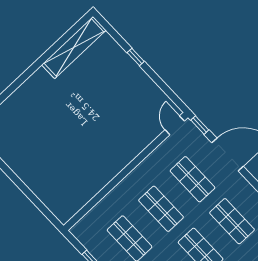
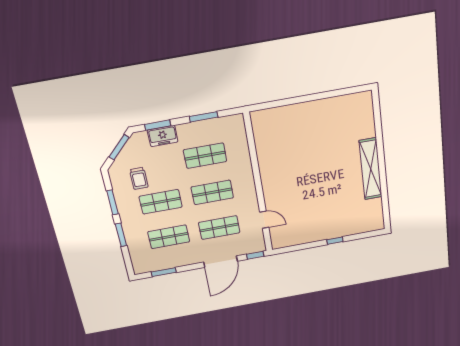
shelving: (74, 47) -> (371, 169), moved
door: (175, 125) -> (264, 220), moved

